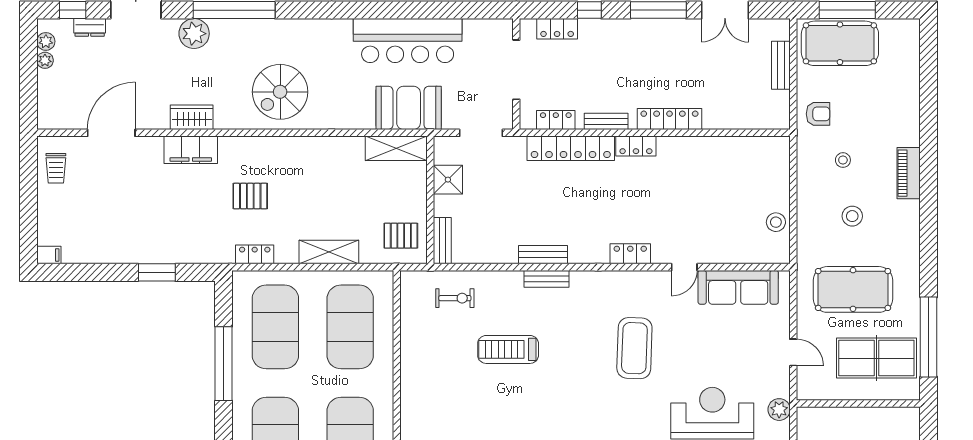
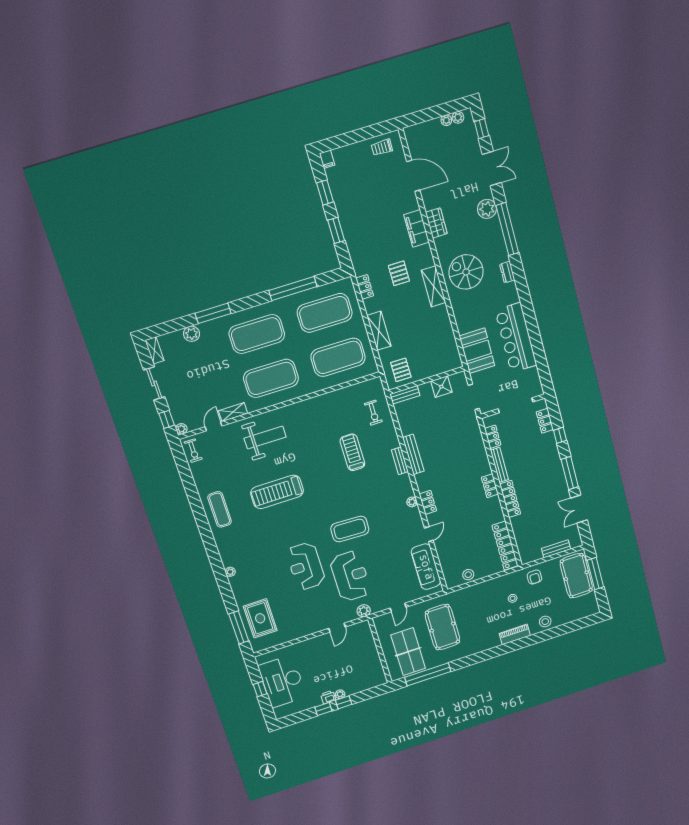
dresser: (90, 27) -> (507, 272), moved
bench: (606, 121) -> (499, 465), width x1.36
shelving: (396, 148) -> (434, 286), moved
locker: (571, 148) -> (505, 546), moved
stool: (852, 216) -> (545, 622), moved
bench: (543, 255) -> (413, 454), width x1.36
door: (684, 267) -> (429, 534), swing flipped
window: (96, 272) -> (325, 192), added
plant: (621, 279) -> (412, 502), added
coffee table: (634, 348) -> (350, 529), moved

